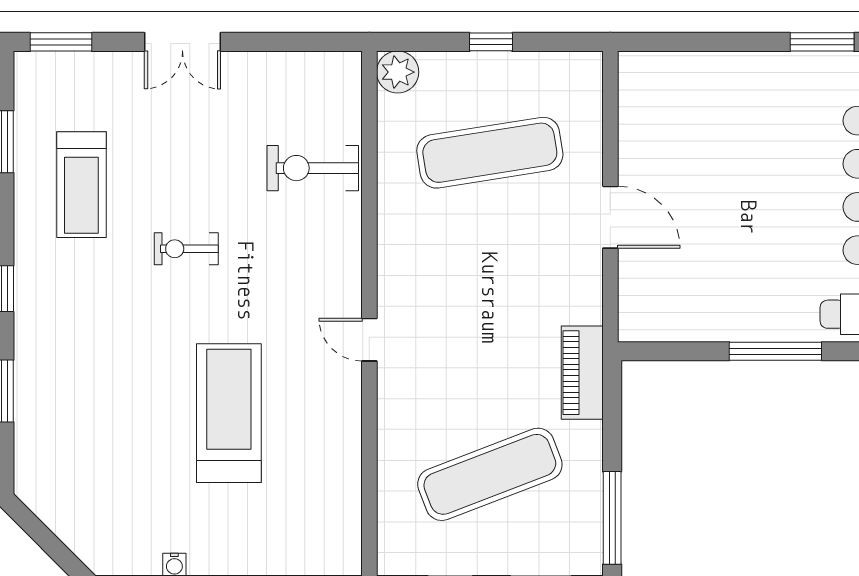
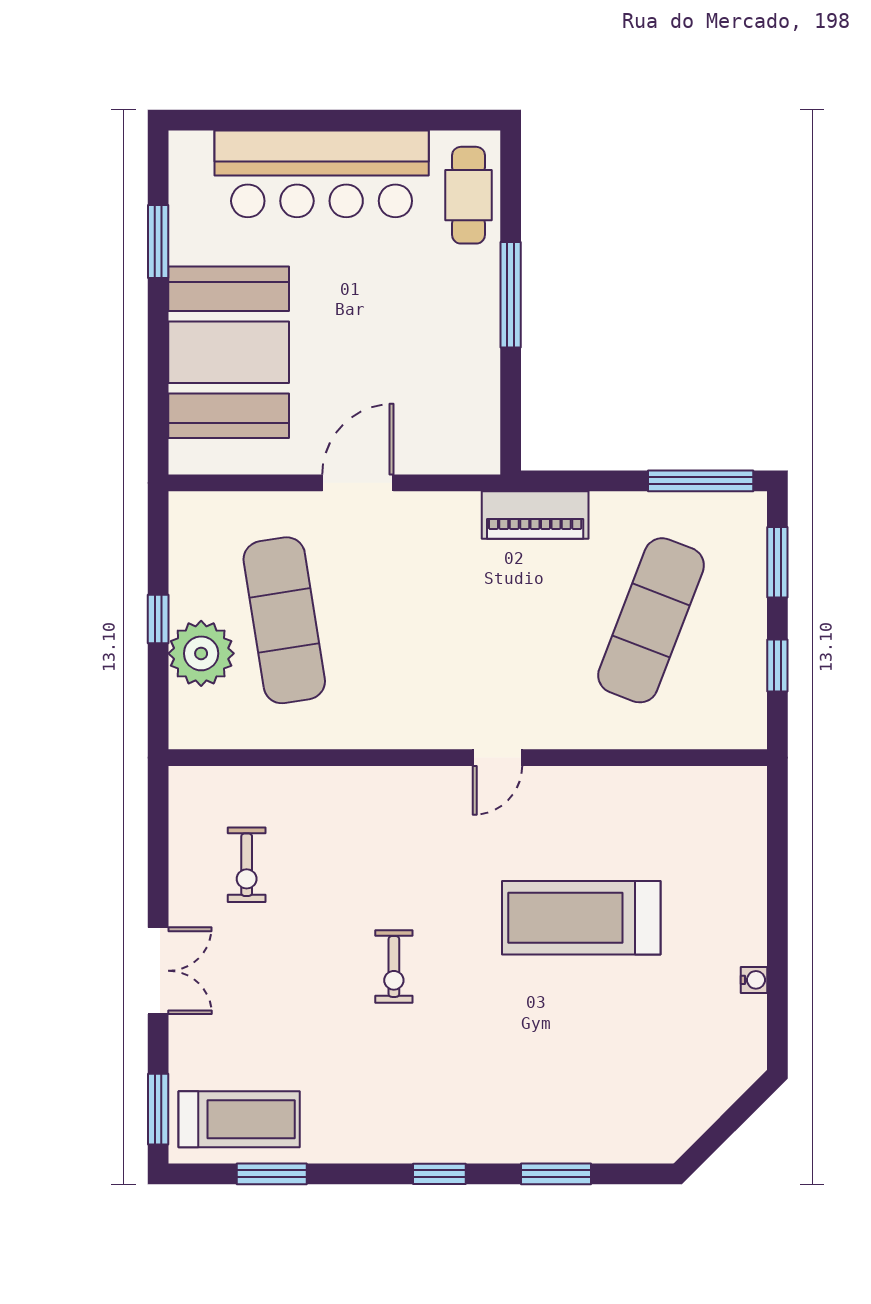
plant: (398, 72) -> (201, 653), moved, width x1.36, depth x1.36
booth: (725, 104) -> (229, 352), added
exercise bike: (313, 168) -> (247, 865), moved, width x0.73, depth x0.72
treadmill: (81, 185) -> (239, 1119), moved
exercise mat: (490, 474) -> (651, 620), turned 42

